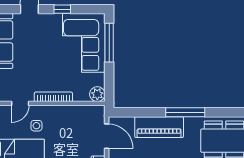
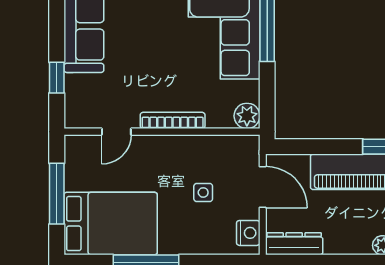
side table: (36, 126) -> (203, 192), moved

